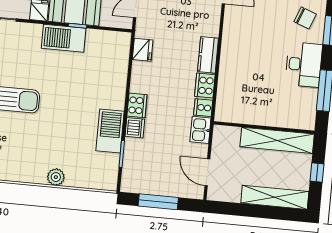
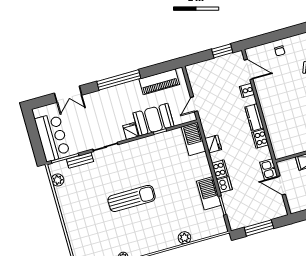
barbecue: (64, 38) -> (194, 139), moved, turned 90
fridge: (143, 50) -> (213, 144), moved
cooker: (203, 108) -> (247, 90), moved
door: (207, 172) -> (281, 185), moved

